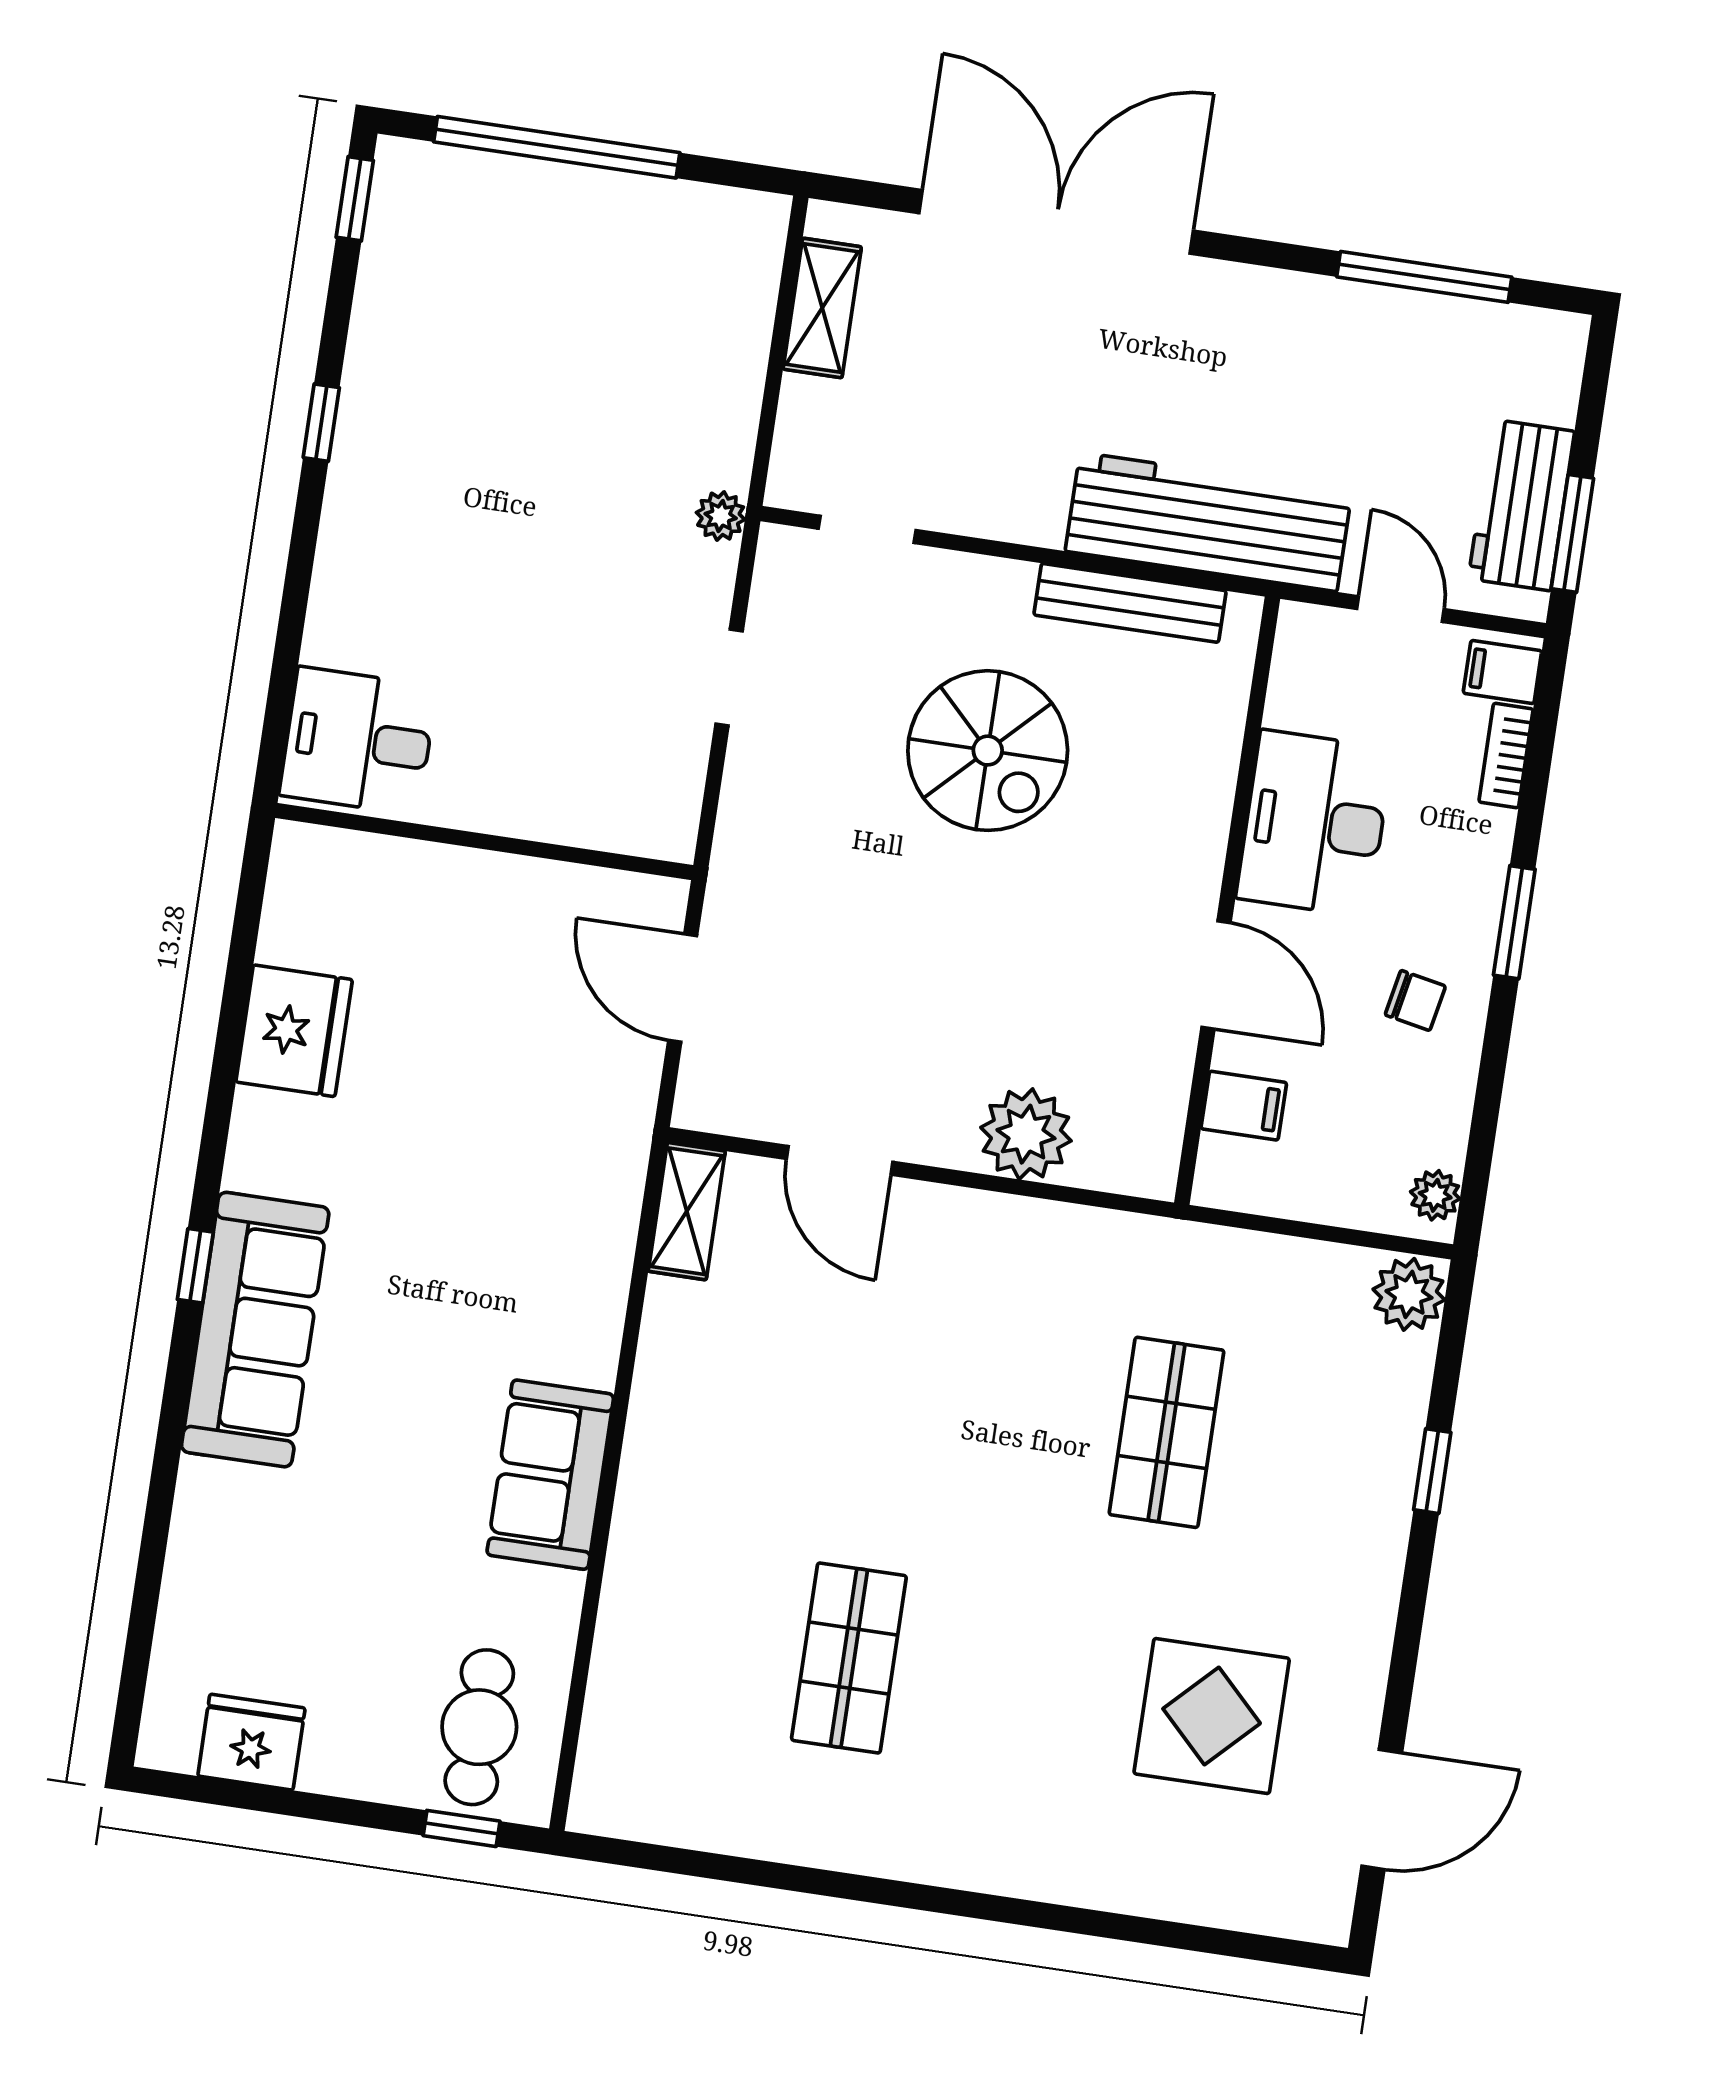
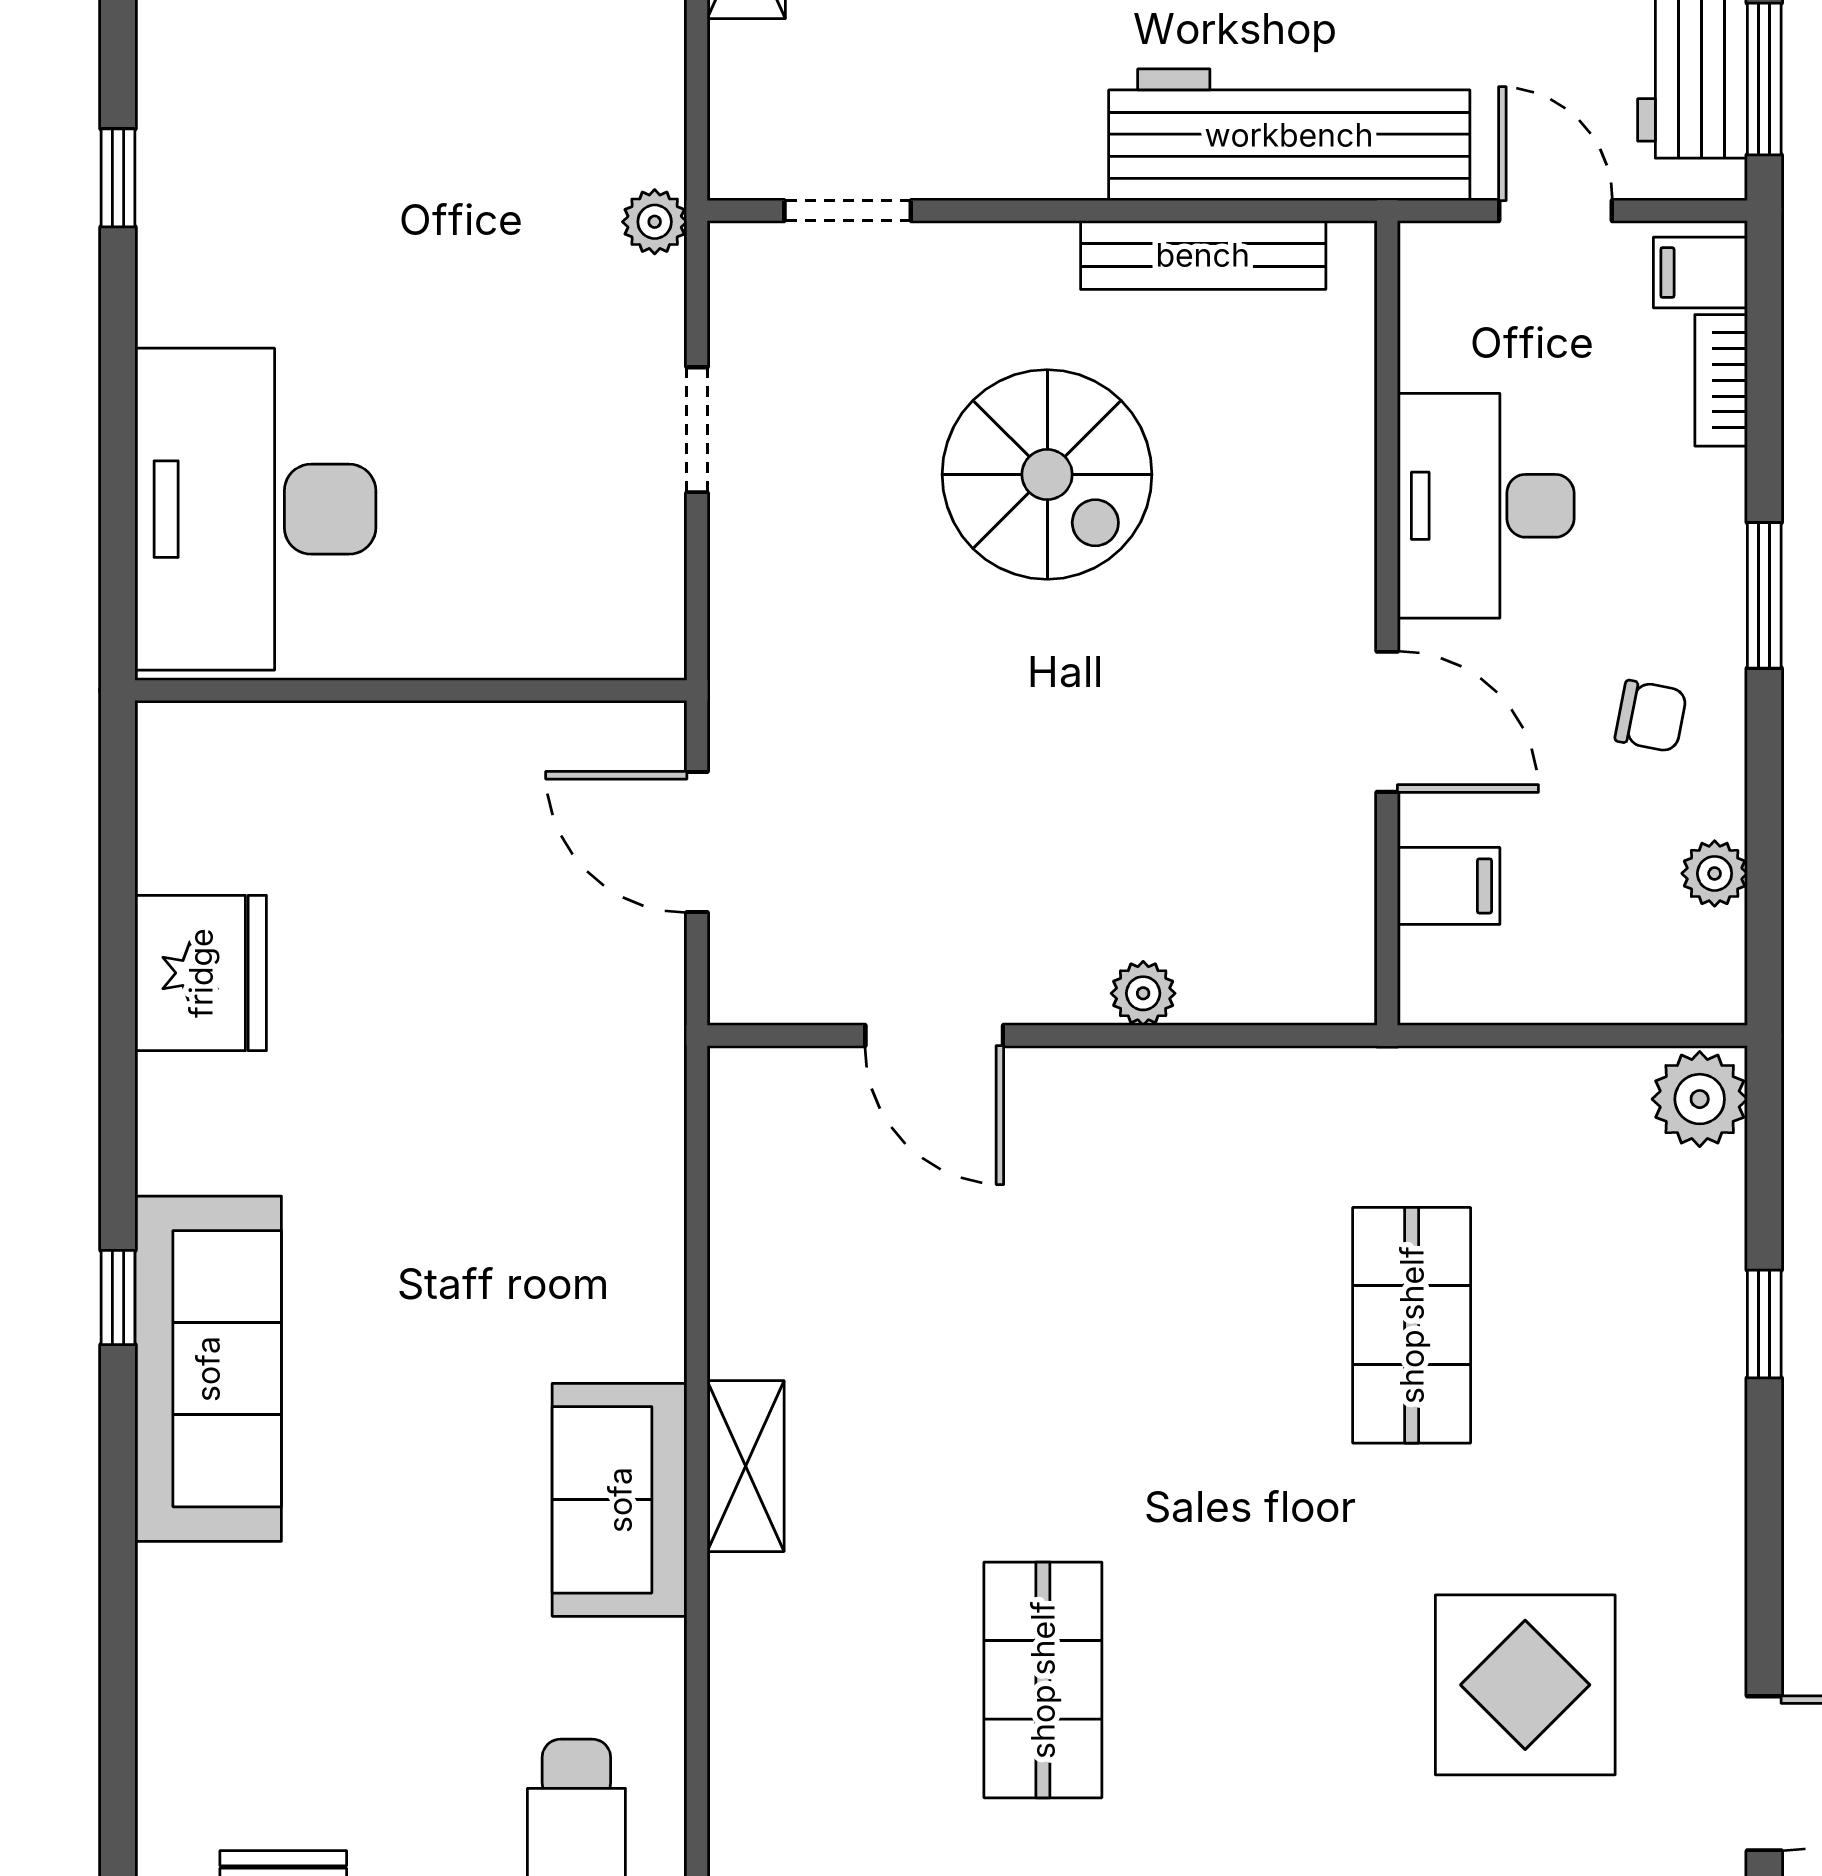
desk: (358, 741) -> (255, 509), width x1.87, depth x1.30
plant: (1026, 1134) -> (1143, 993), width x0.53, depth x0.53
plant: (1435, 1195) -> (1715, 873), moved
shelving: (687, 1211) -> (746, 1466), moved

